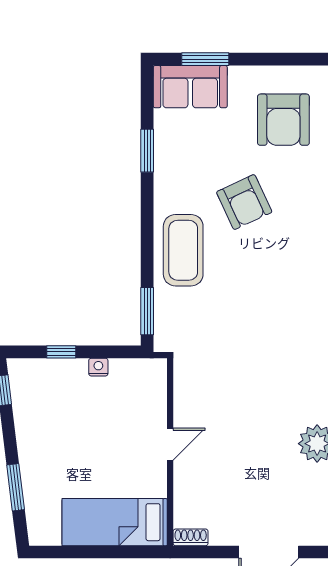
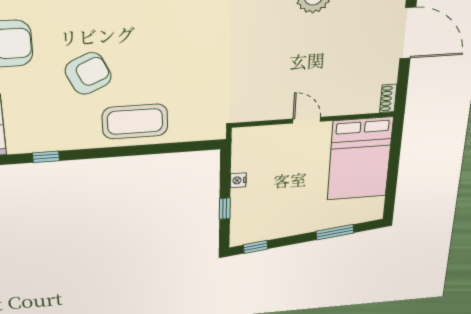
window: (147, 151) -> (46, 157), width x0.67
window: (147, 311) -> (190, 146), removed
bed: (115, 522) -> (360, 159), width x1.50

